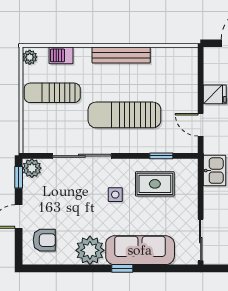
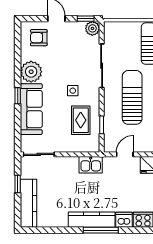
armchair: (44, 240) -> (39, 38), turned 90

